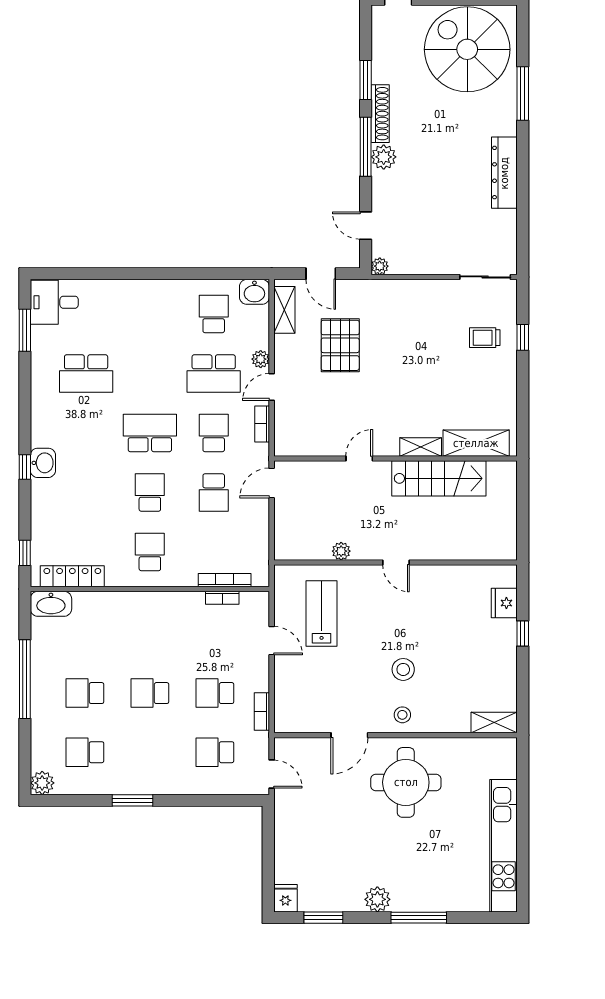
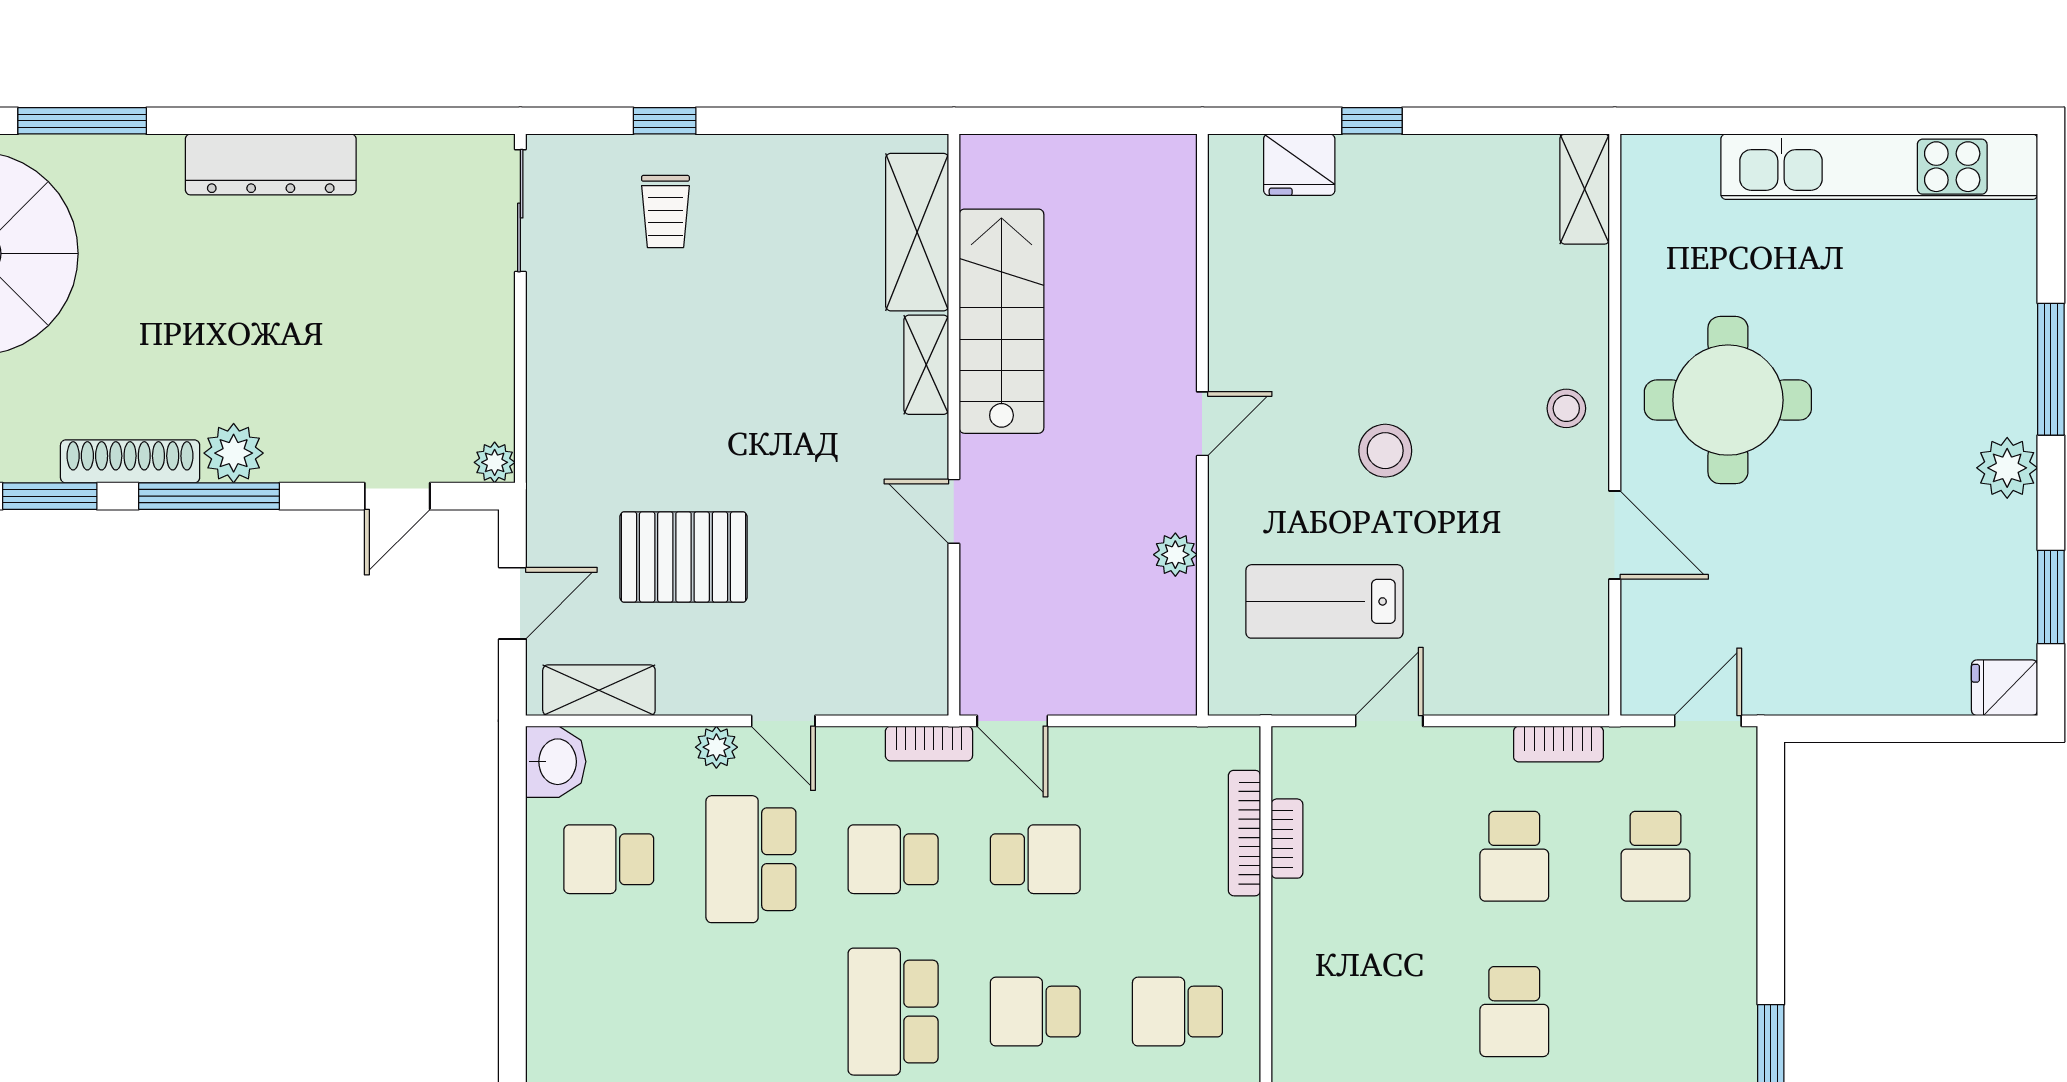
school desk: (214, 374) -> (751, 859), turned 180
bookcase: (262, 424) -> (929, 744), moved
stool: (403, 669) -> (1385, 451), moved

